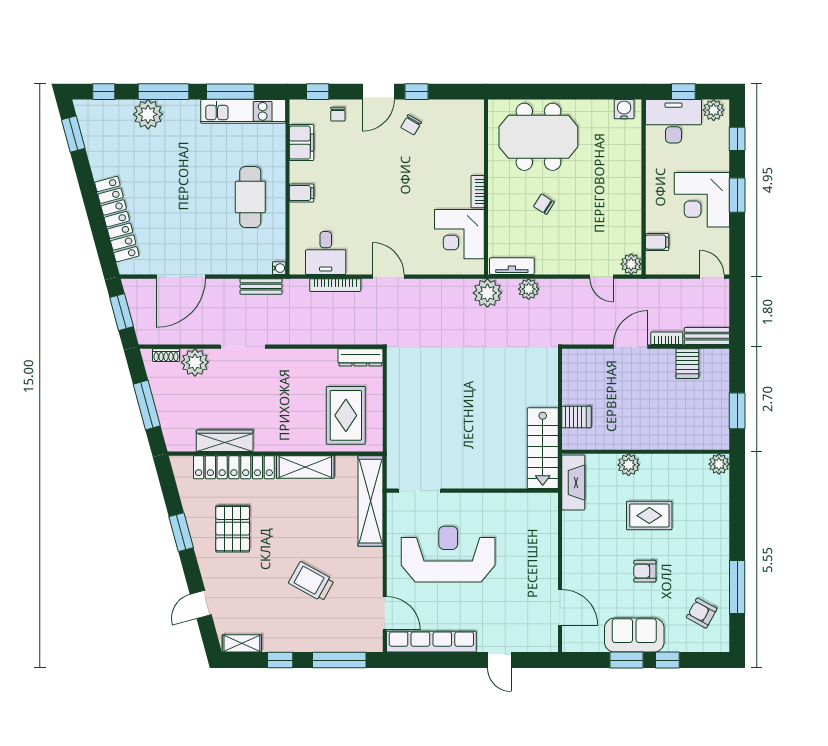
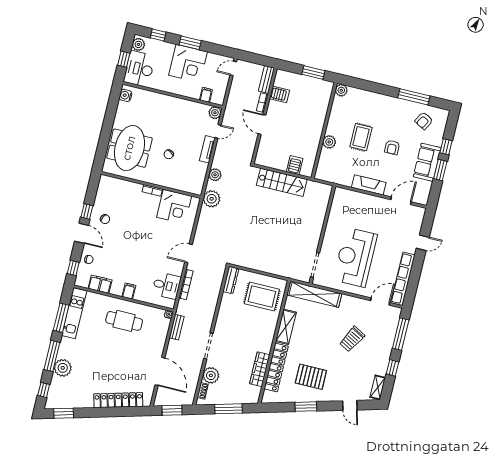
tv unit: (512, 266) -> (207, 149), moved
stairs: (543, 448) -> (282, 182), moved
fireplace: (573, 483) -> (369, 185), moved

